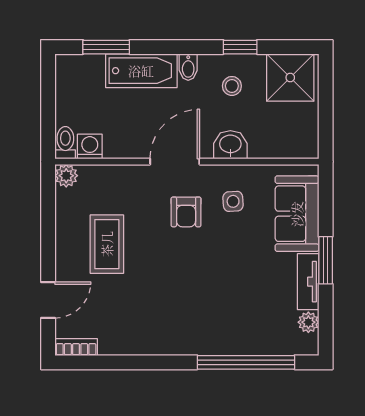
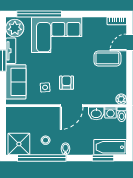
window: (240, 47) -> (42, 158), width x3.17
bathtub: (141, 71) -> (110, 147), moved
washbasin: (230, 145) -> (96, 113), moved
coffee table: (107, 244) -> (107, 58), moved, turned 90
corner sofa: (208, 317) -> (57, 35), added
plant: (308, 322) -> (15, 28), width x1.88, depth x1.88

